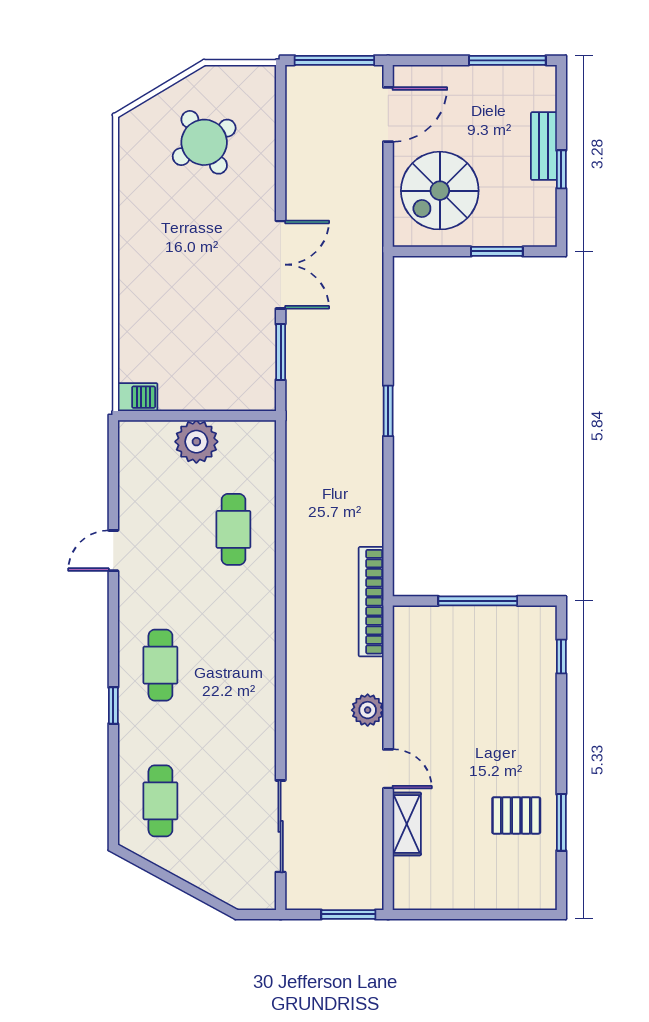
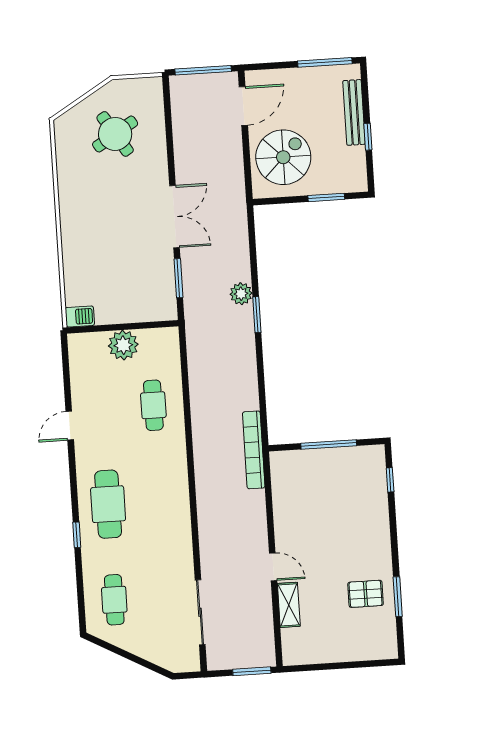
bench: (544, 146) -> (354, 112), width x1.36
spiral stairs: (440, 191) -> (283, 157), turned 180
cafe table: (160, 665) -> (108, 504), width x1.37, depth x1.35
plant: (368, 710) -> (241, 294), moved

